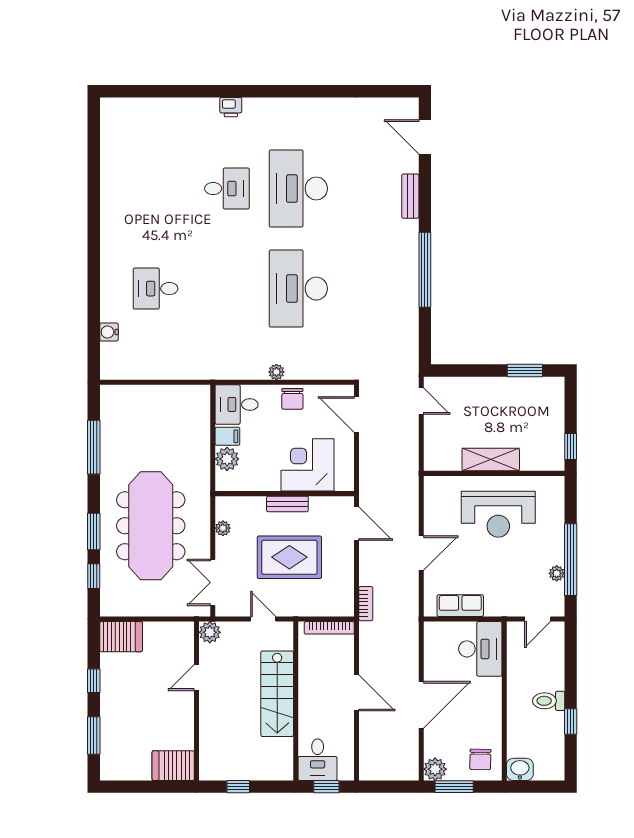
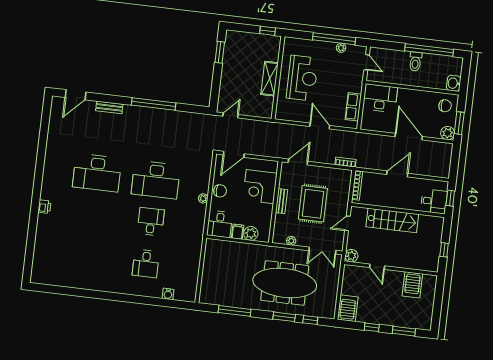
desk: (227, 189) -> (151, 222), moved
window: (571, 721) -> (429, 50), width x3.17
server rack: (173, 766) -> (412, 285), moved

